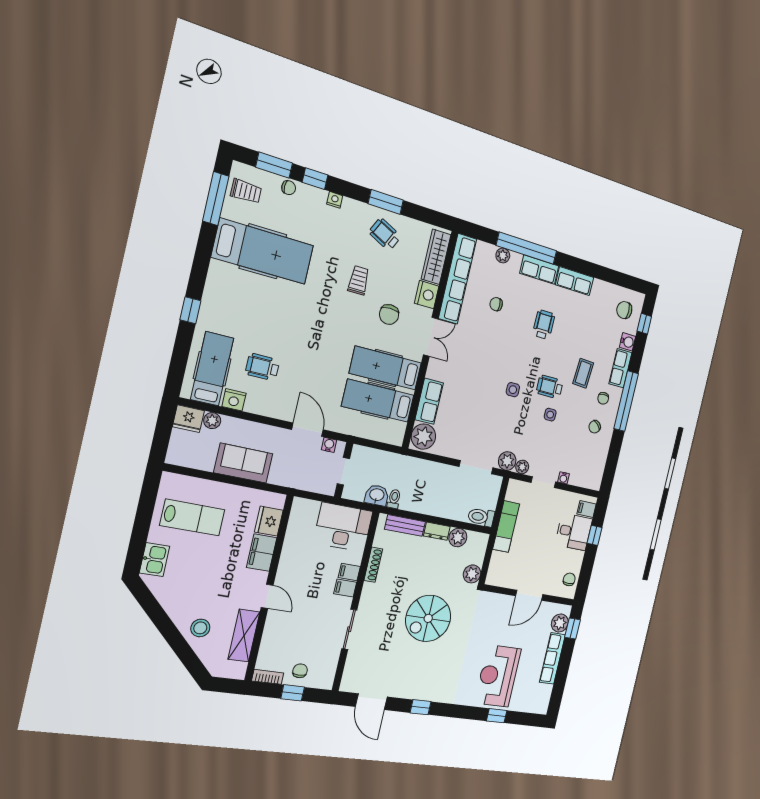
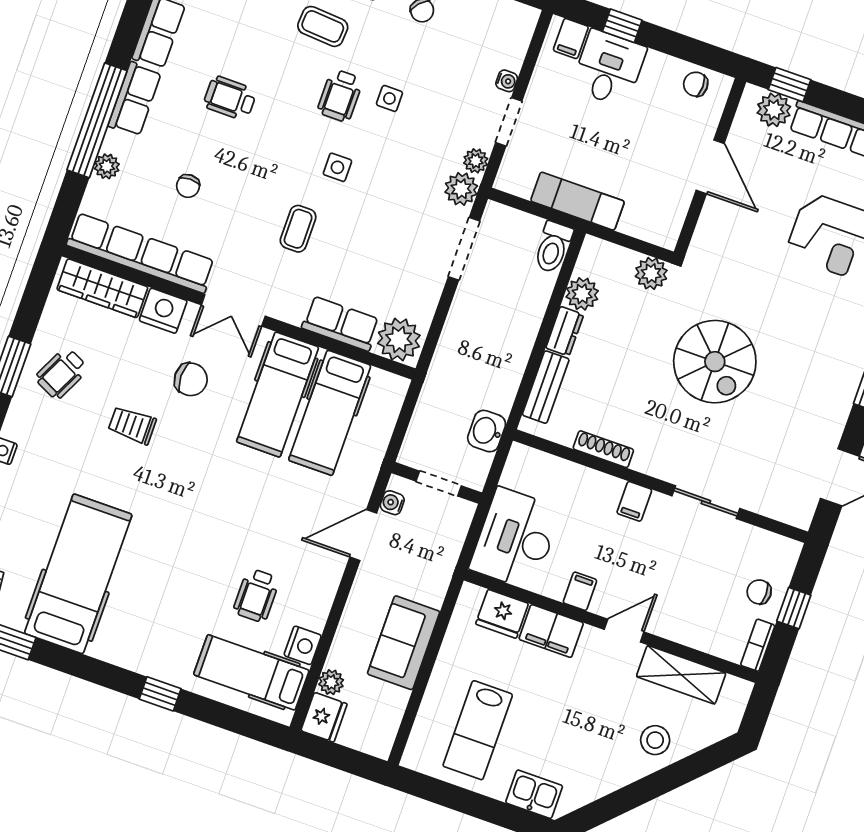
double door: (431, 337) -> (233, 310), swing flipped
coffee table: (479, 371) -> (298, 229), added
toilet: (394, 499) -> (497, 402), removed
lab bench: (192, 517) -> (478, 730), turned 180
desk: (343, 527) -> (515, 539), moved
filing cabinet: (349, 572) -> (580, 591), moved, turned 180

